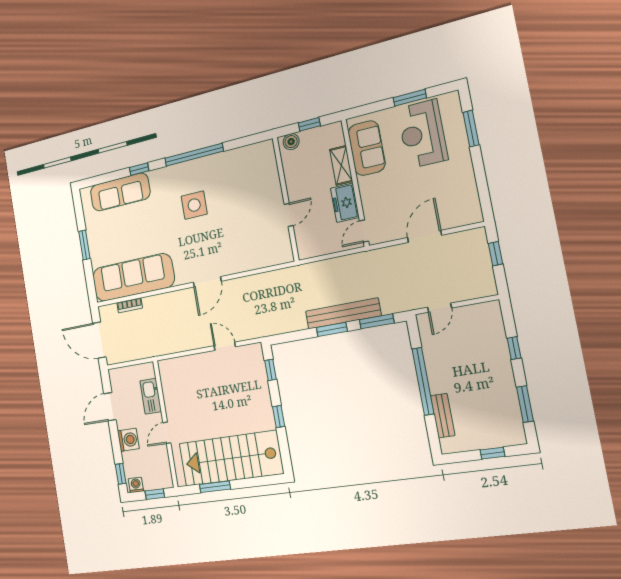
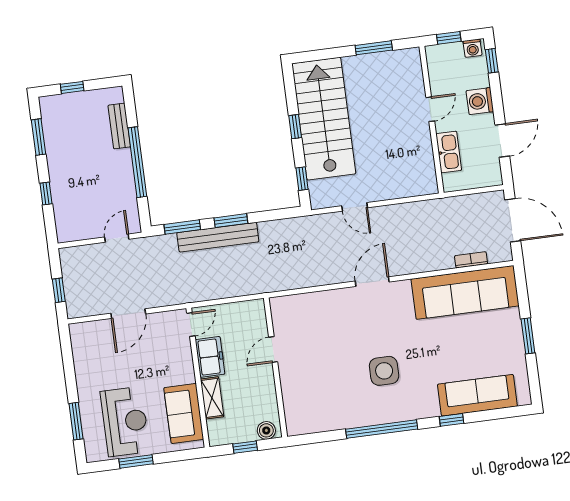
stairs: (231, 458) -> (324, 119), moved, turned -90

